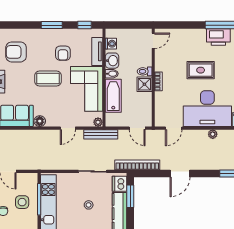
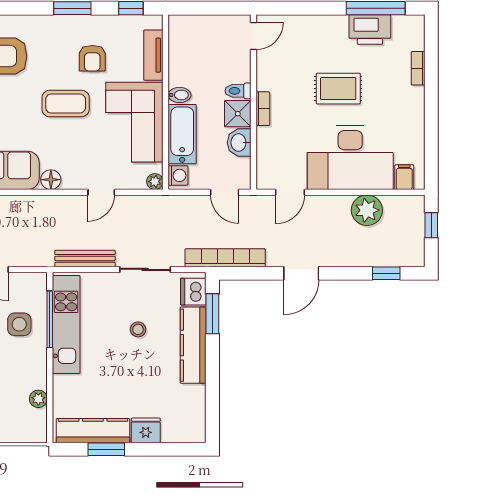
washing machine: (111, 44) -> (178, 175), moved
washbasin: (112, 61) -> (239, 143), moved, turned 180
bench: (101, 134) -> (85, 258), moved
plant: (213, 134) -> (367, 210), width x1.88, depth x1.88

